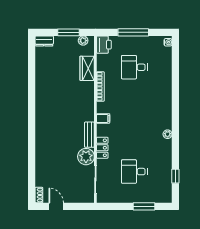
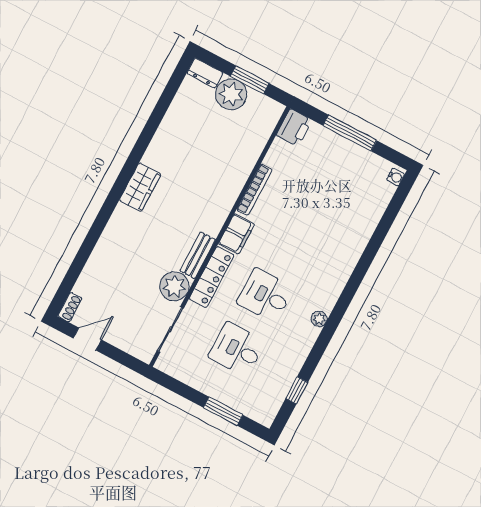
plant: (83, 41) -> (231, 94), moved, width x1.87, depth x1.87
desk: (134, 67) -> (265, 295), moved
wardrobe: (87, 68) -> (140, 187), moved, turned 180
filing cabinet: (103, 118) -> (236, 234), width x2.00
locker: (102, 148) -> (212, 277), width x1.53
door: (56, 206) -> (87, 339), hinge flipped

